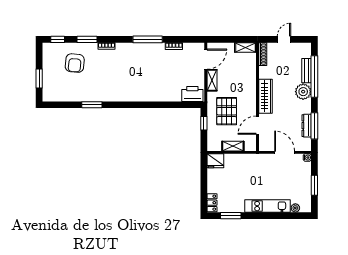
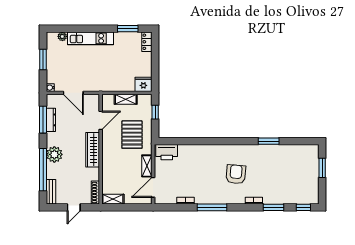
armchair: (75, 63) -> (236, 174), moved
bench: (306, 71) -> (51, 192), moved
window: (204, 123) -> (155, 112), moved

